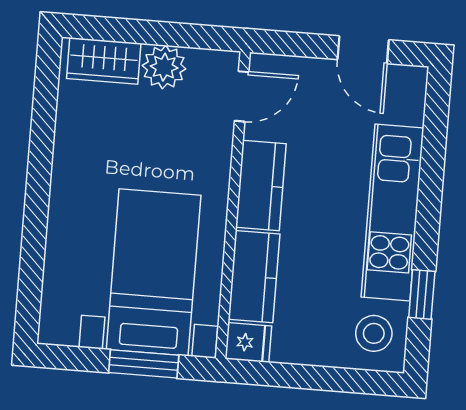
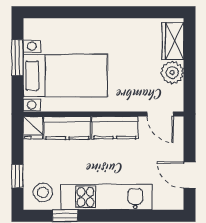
door: (363, 50) -> (190, 175), hinge flipped
window: (144, 364) -> (17, 58), moved
window: (339, 380) -> (17, 176), added

